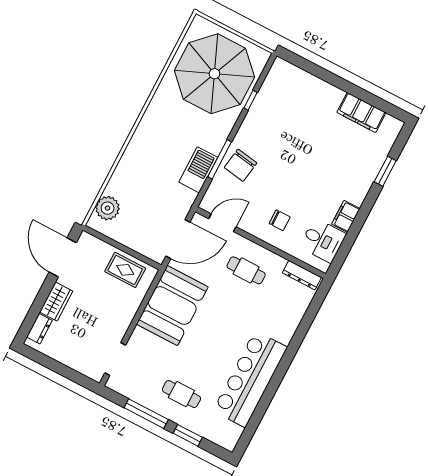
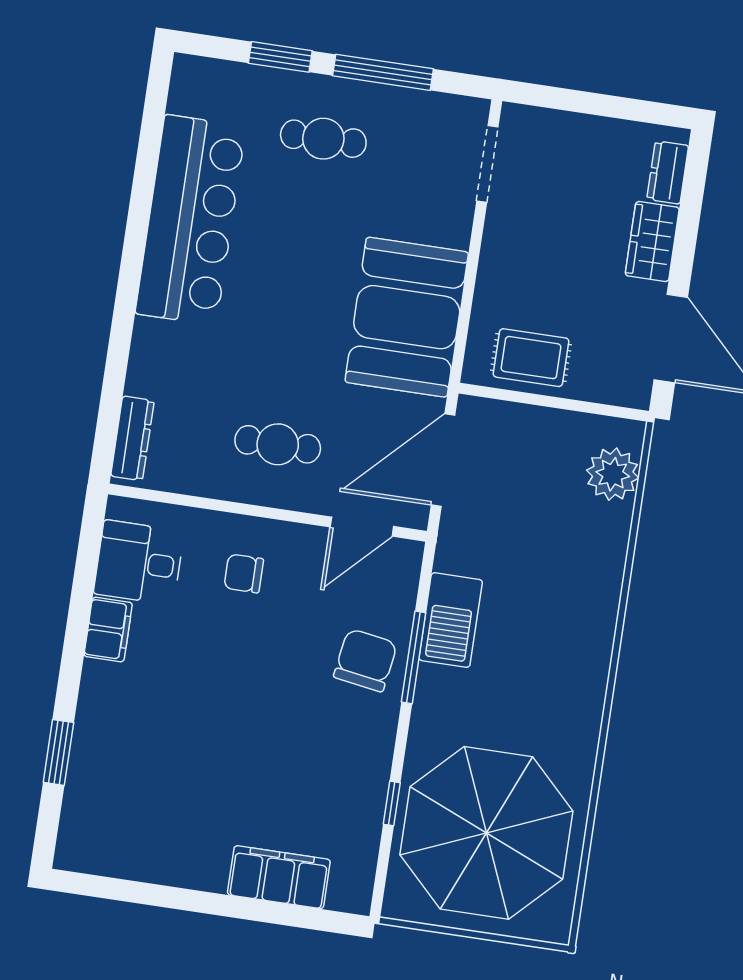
filing cabinet: (361, 113) -> (279, 877), moved
dresser: (302, 275) -> (132, 438), moved, turned 90

